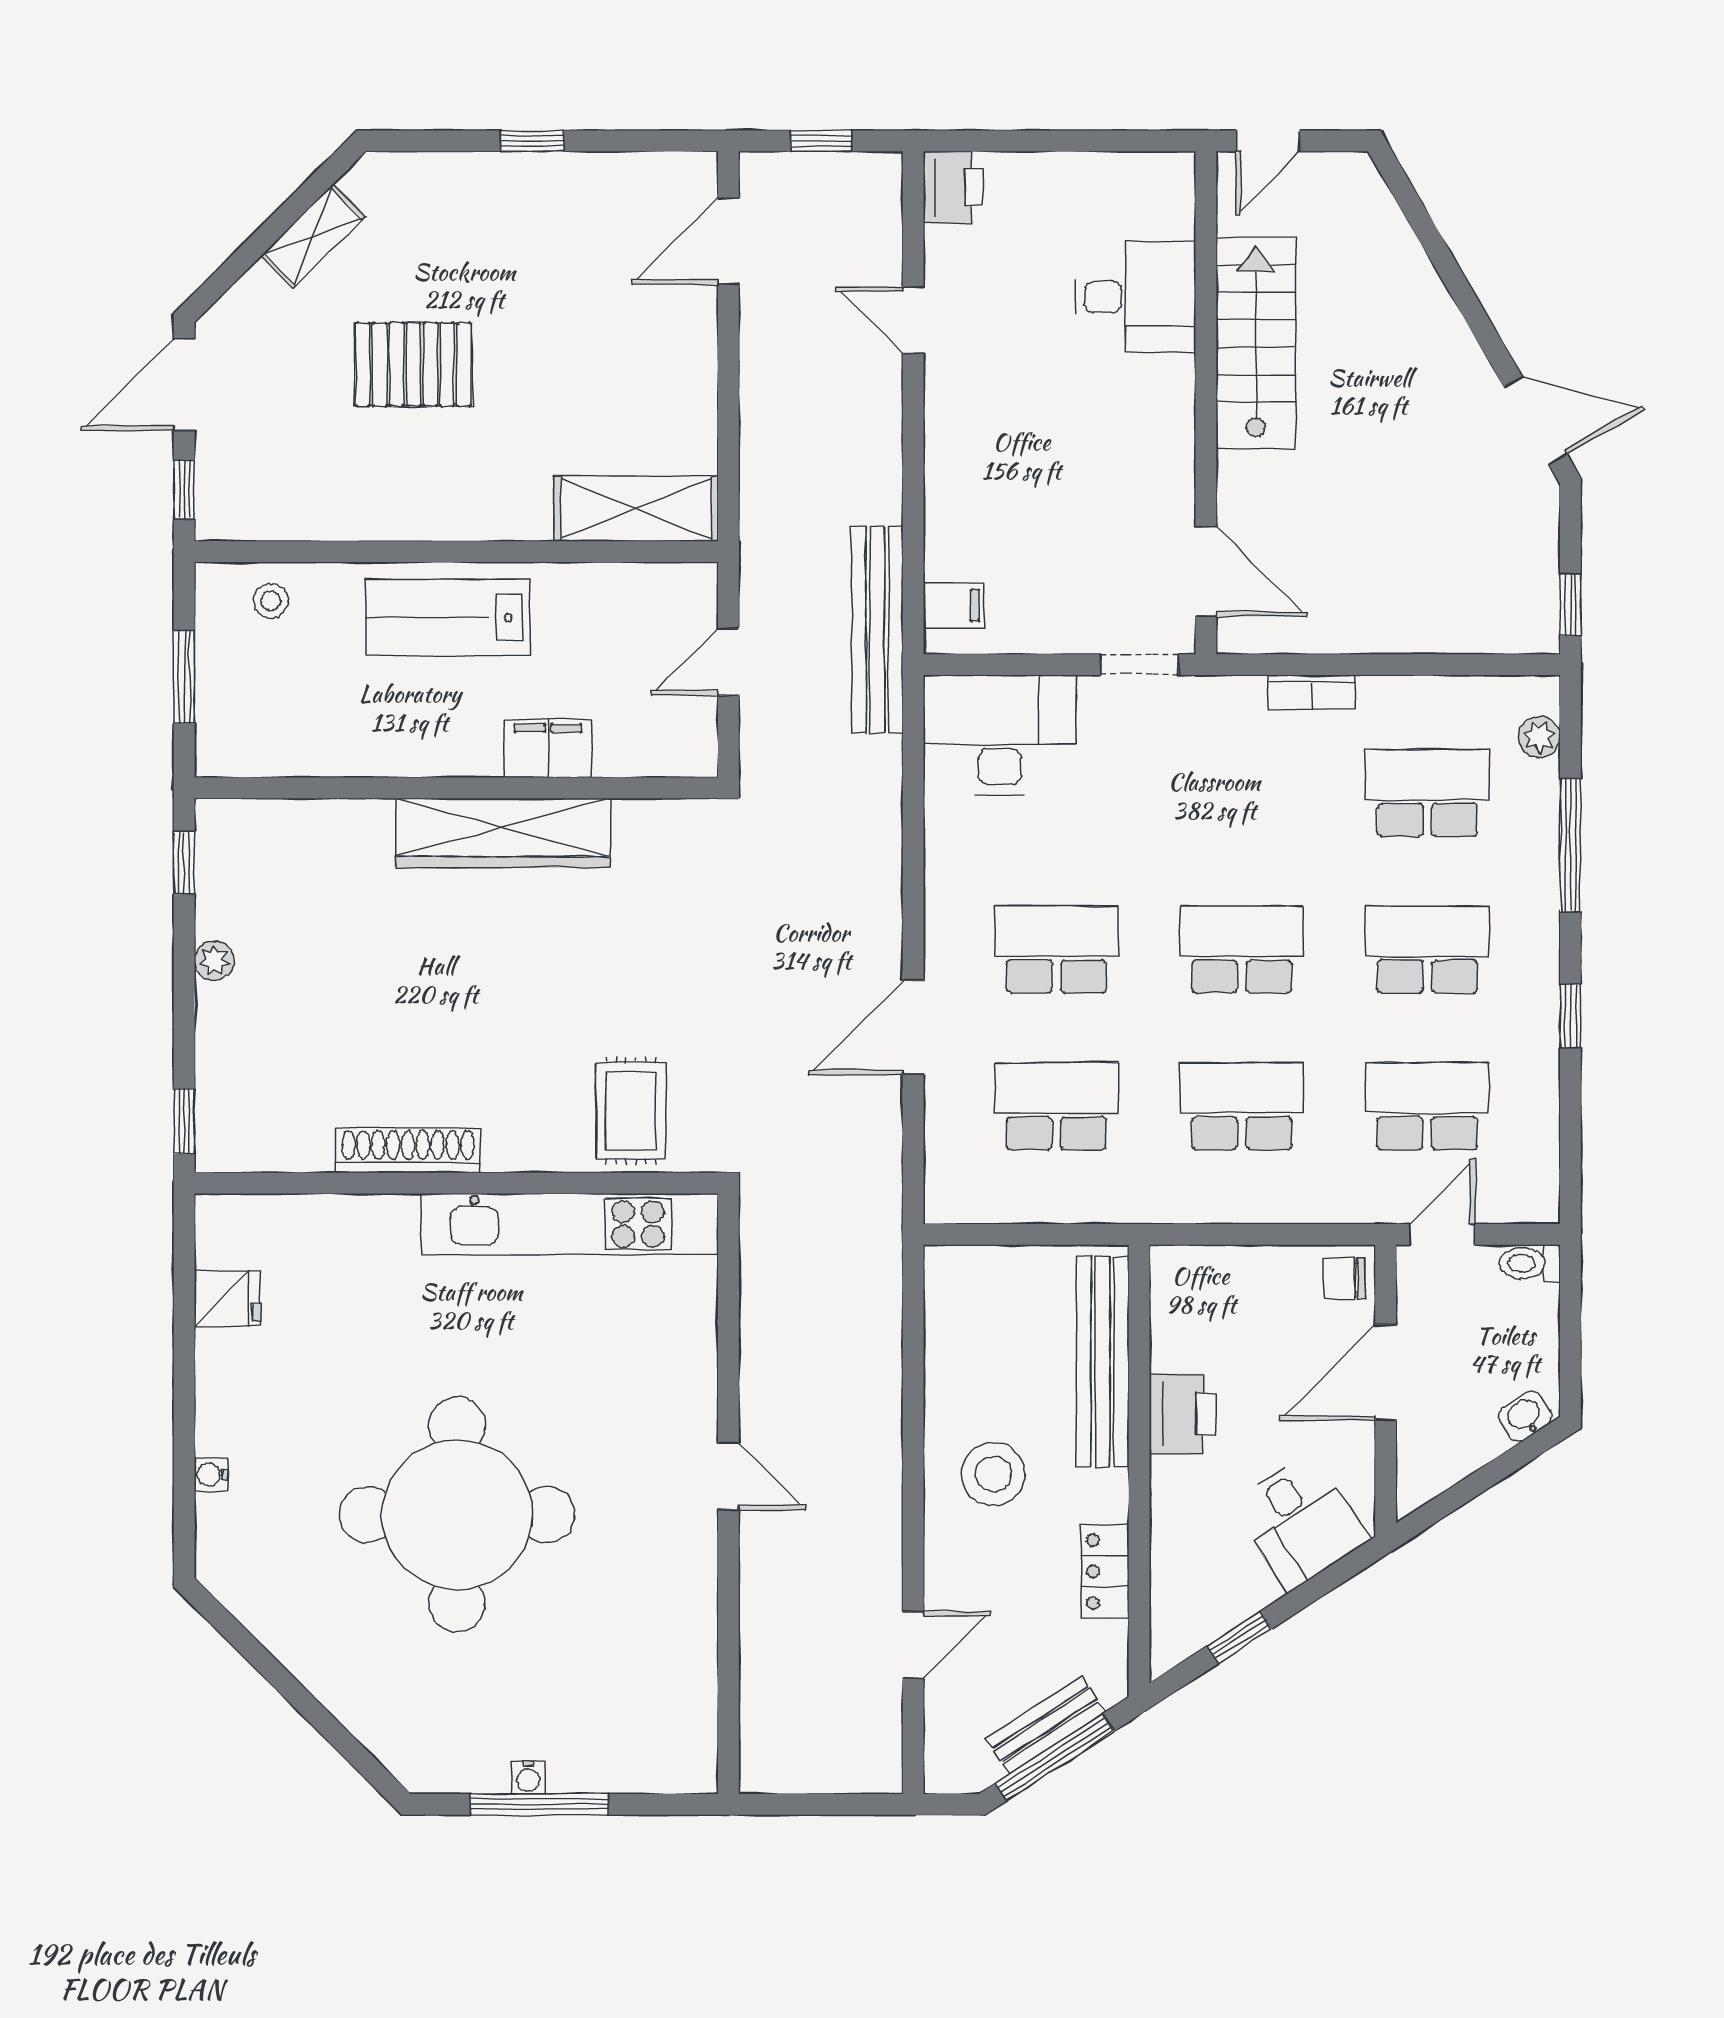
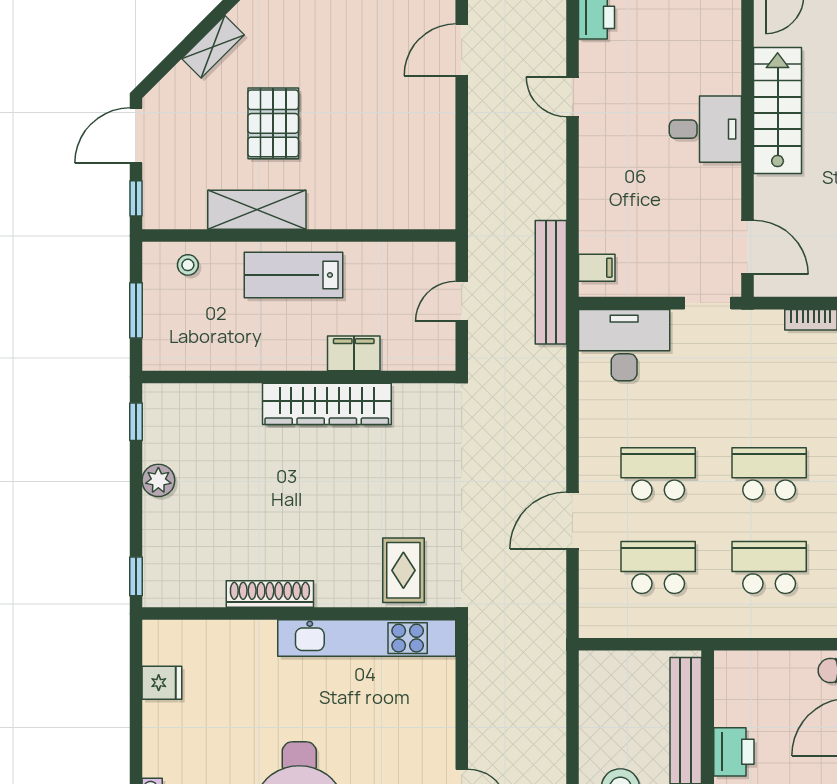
desk: (1135, 297) -> (705, 129), moved
pallet: (413, 364) -> (273, 123), turned 90
shelving: (636, 509) -> (257, 210), moved
plant: (214, 961) -> (158, 480), width x1.38, depth x1.38

